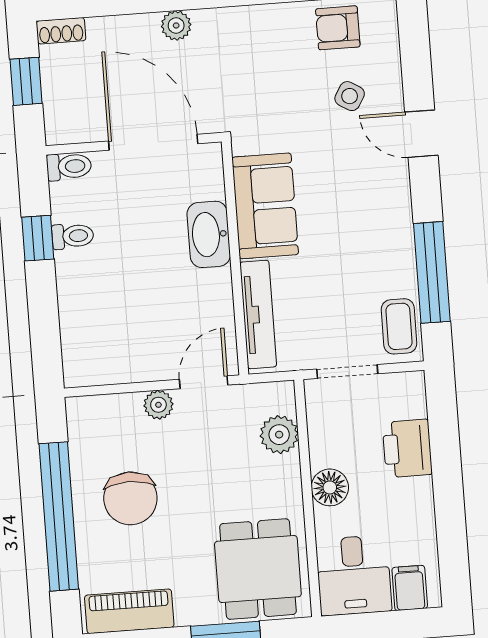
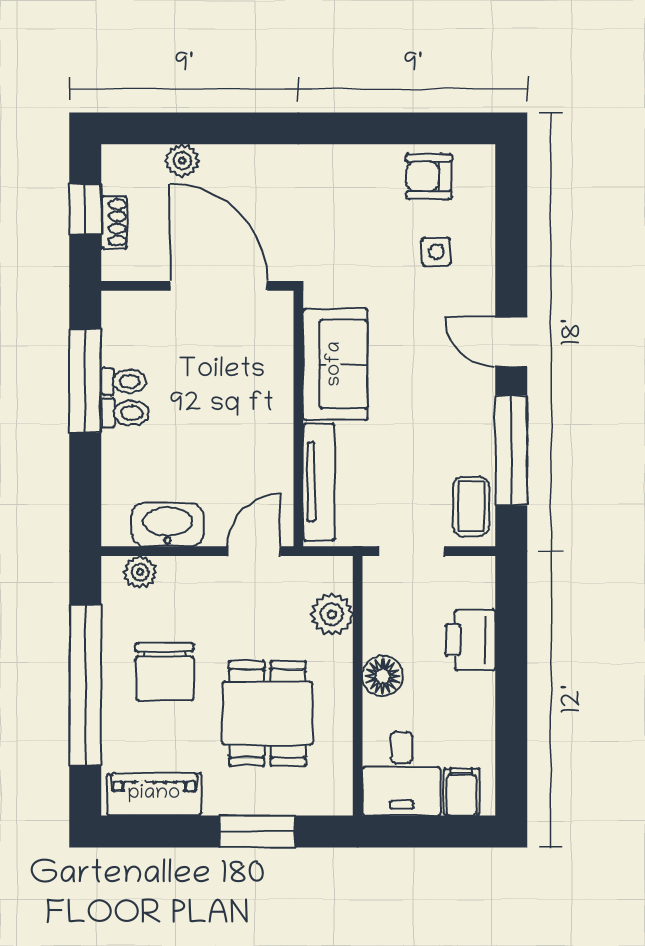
plant: (176, 25) -> (182, 161), moved
shoe rack: (61, 31) -> (114, 223), moved, turned -90
side table: (350, 96) -> (436, 252), turned -31
door: (421, 134) -> (511, 342), moved
toilet: (69, 166) -> (125, 413), moved
washbasin: (209, 234) -> (168, 525), moved, turned 90
window: (38, 238) -> (85, 381), width x2.17
plant: (158, 405) -> (140, 572), moved
dining table: (258, 569) -> (267, 713), moved

